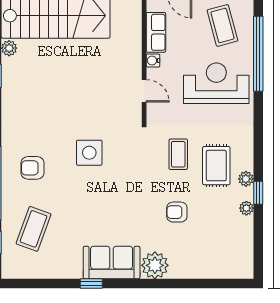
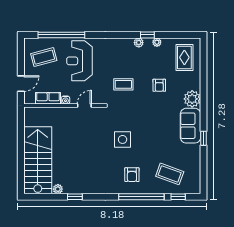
rug: (216, 166) -> (184, 57), moved, turned 90

